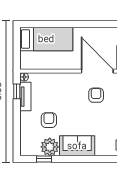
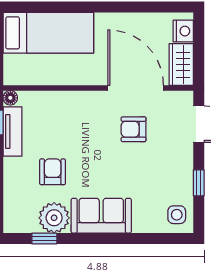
armchair: (96, 95) -> (134, 129), turned -90

